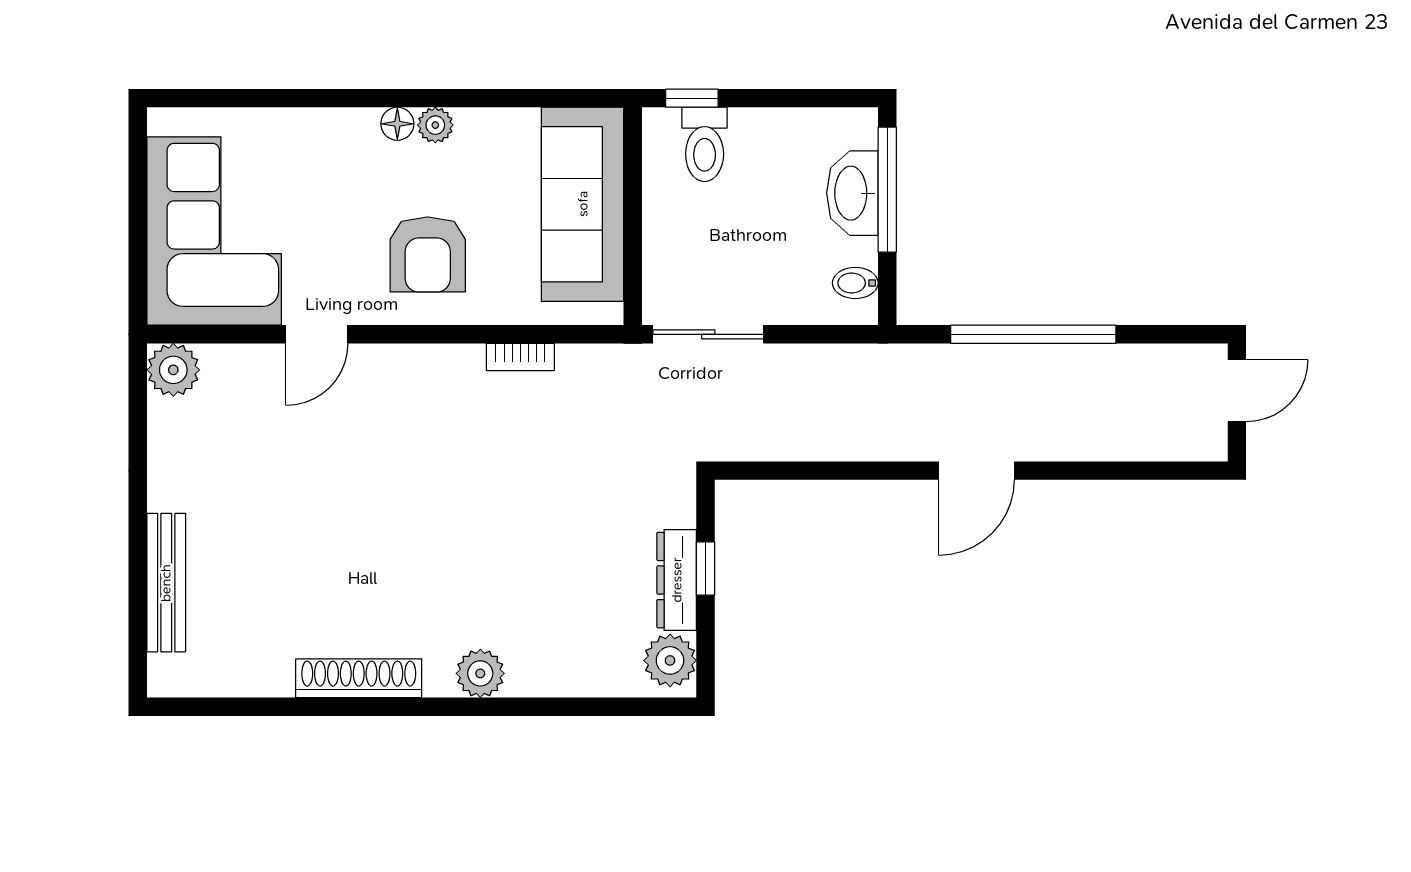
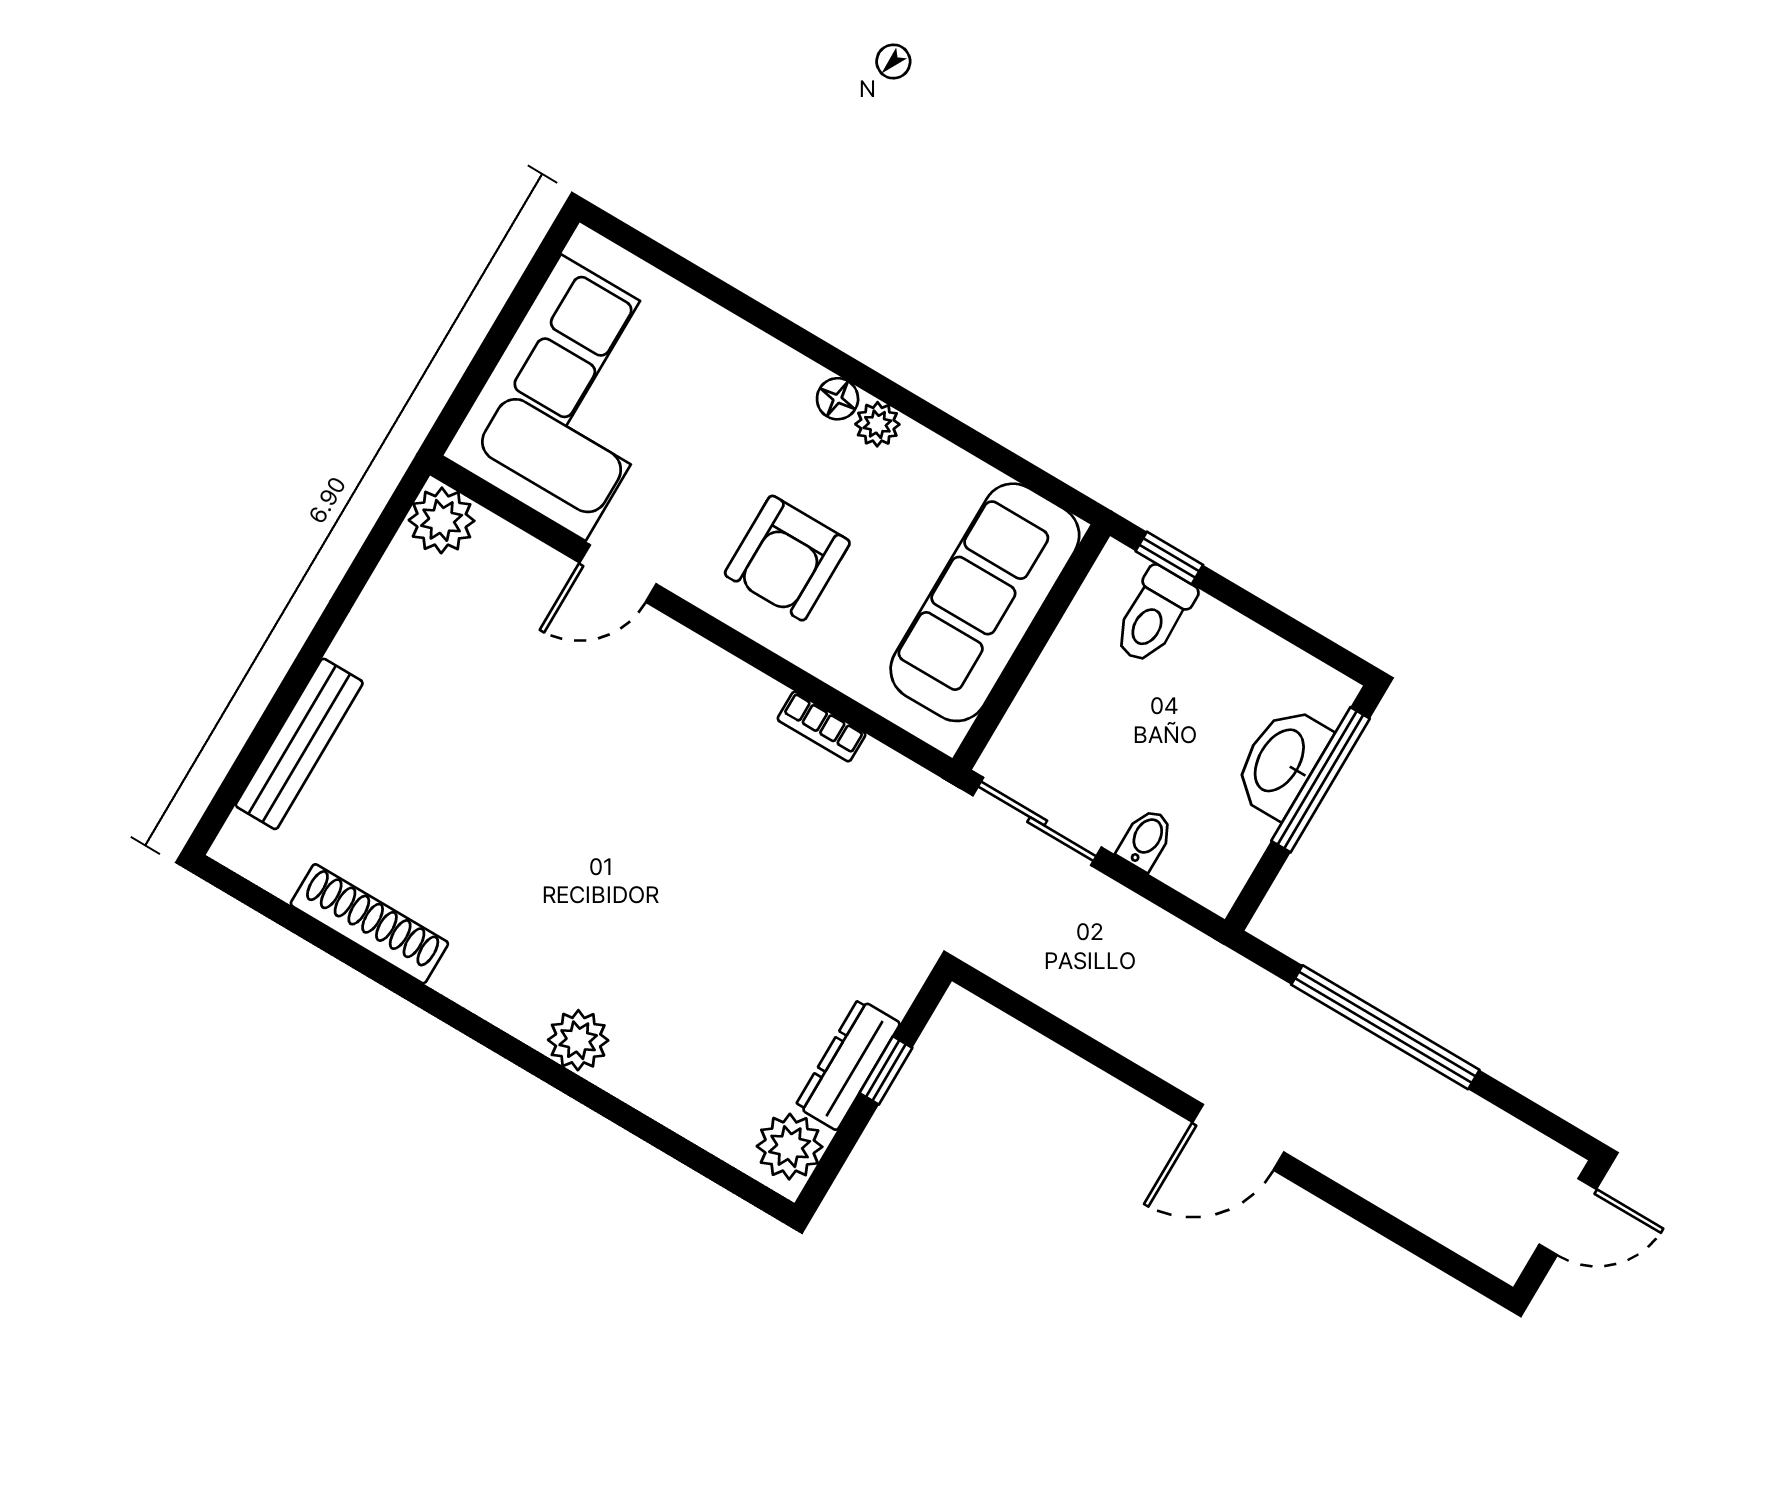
bidet: (855, 283) -> (1146, 839), moved, turned 90
shoe rack: (359, 678) -> (369, 924), moved

